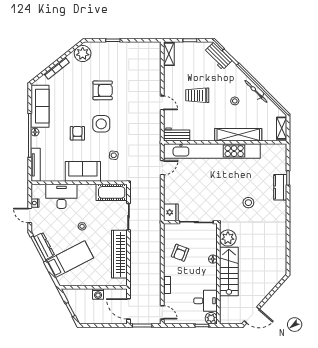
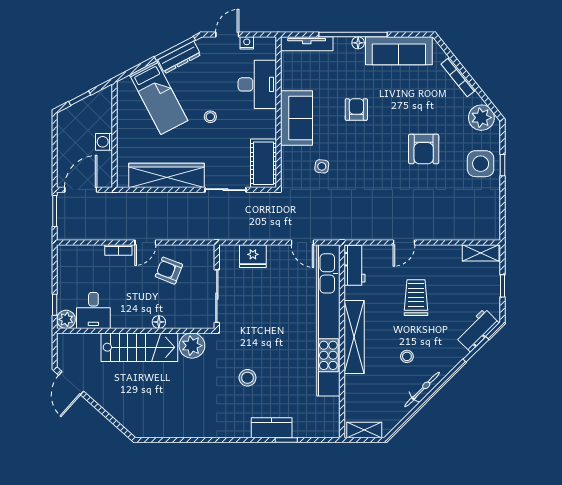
side table: (101, 124) -> (481, 164), moved
armchair: (77, 133) -> (356, 109), turned -90
shelving: (238, 135) -> (354, 337), moved
fridge: (171, 212) -> (253, 256), moved
door: (162, 312) -> (145, 243), moved

